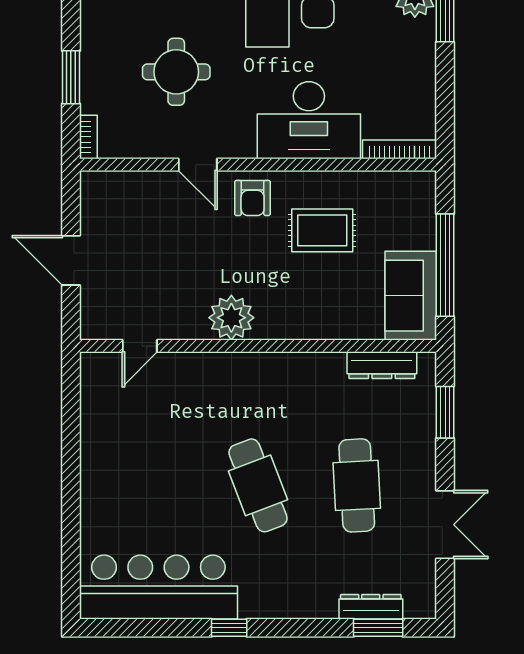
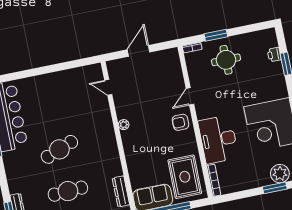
round table: (176, 72) -> (226, 60), moved
rug: (322, 230) -> (185, 177), moved, width x1.36, depth x1.43
plant: (231, 318) -> (124, 125), width x0.53, depth x0.53

